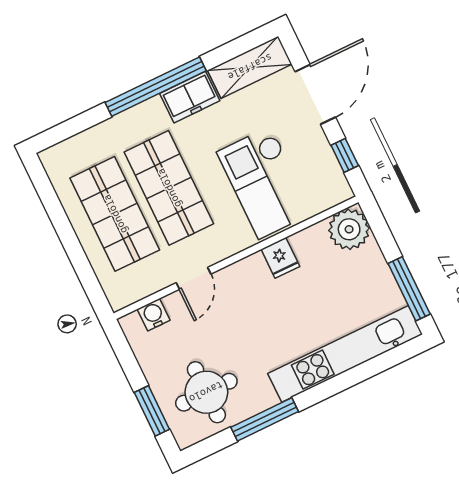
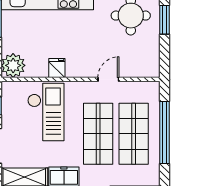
window: (69, 239) -> (164, 133), added
water cooler: (154, 315) -> (139, 70), removed

